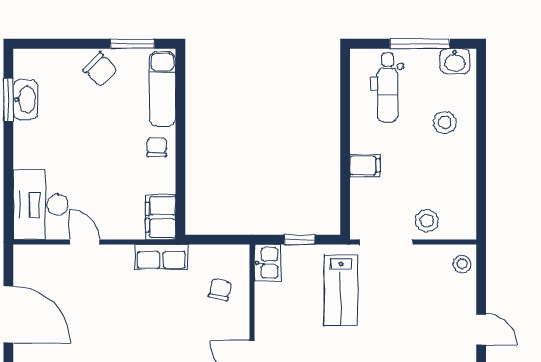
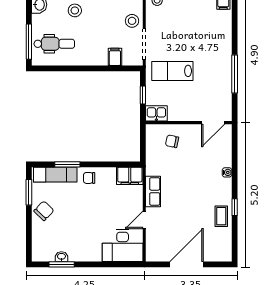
window: (420, 44) -> (29, 42), moved
washbasin: (25, 100) -> (61, 257), width x0.52, depth x0.69
window: (180, 110) -> (67, 164), added
filing cabinet: (365, 165) -> (115, 57), moved
row of seats: (161, 257) -> (153, 191), moved
lab bench: (341, 290) -> (172, 71), turned 180

